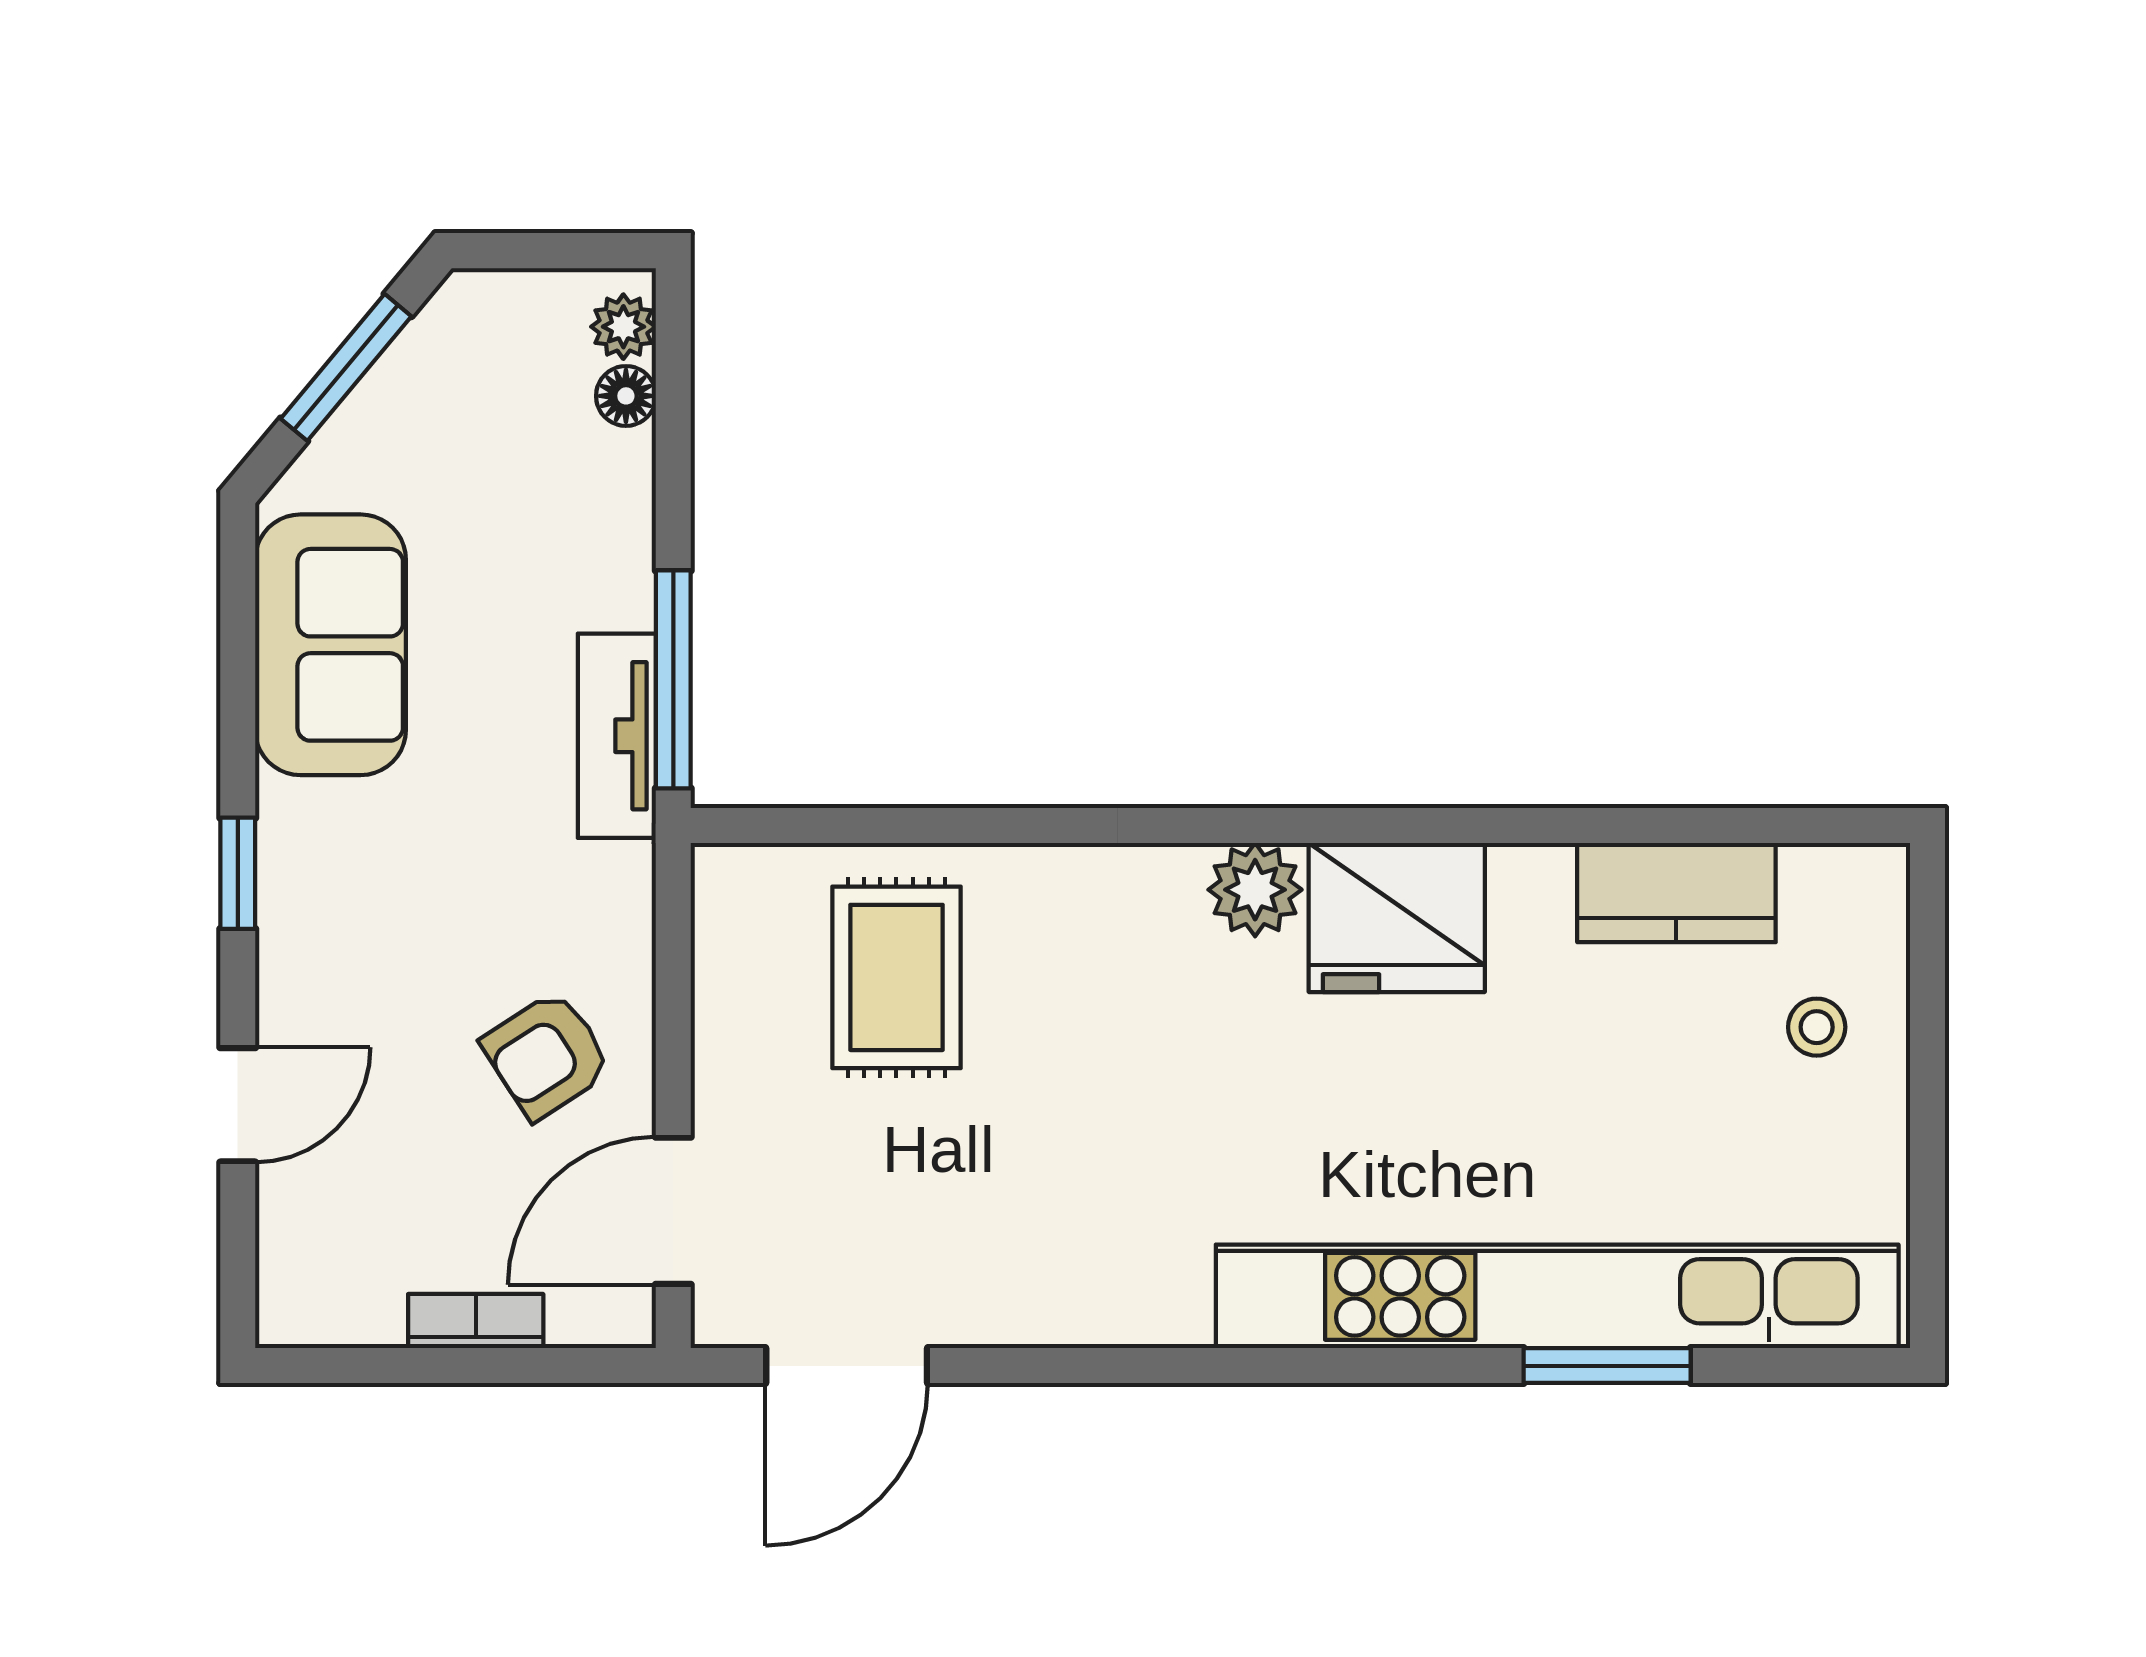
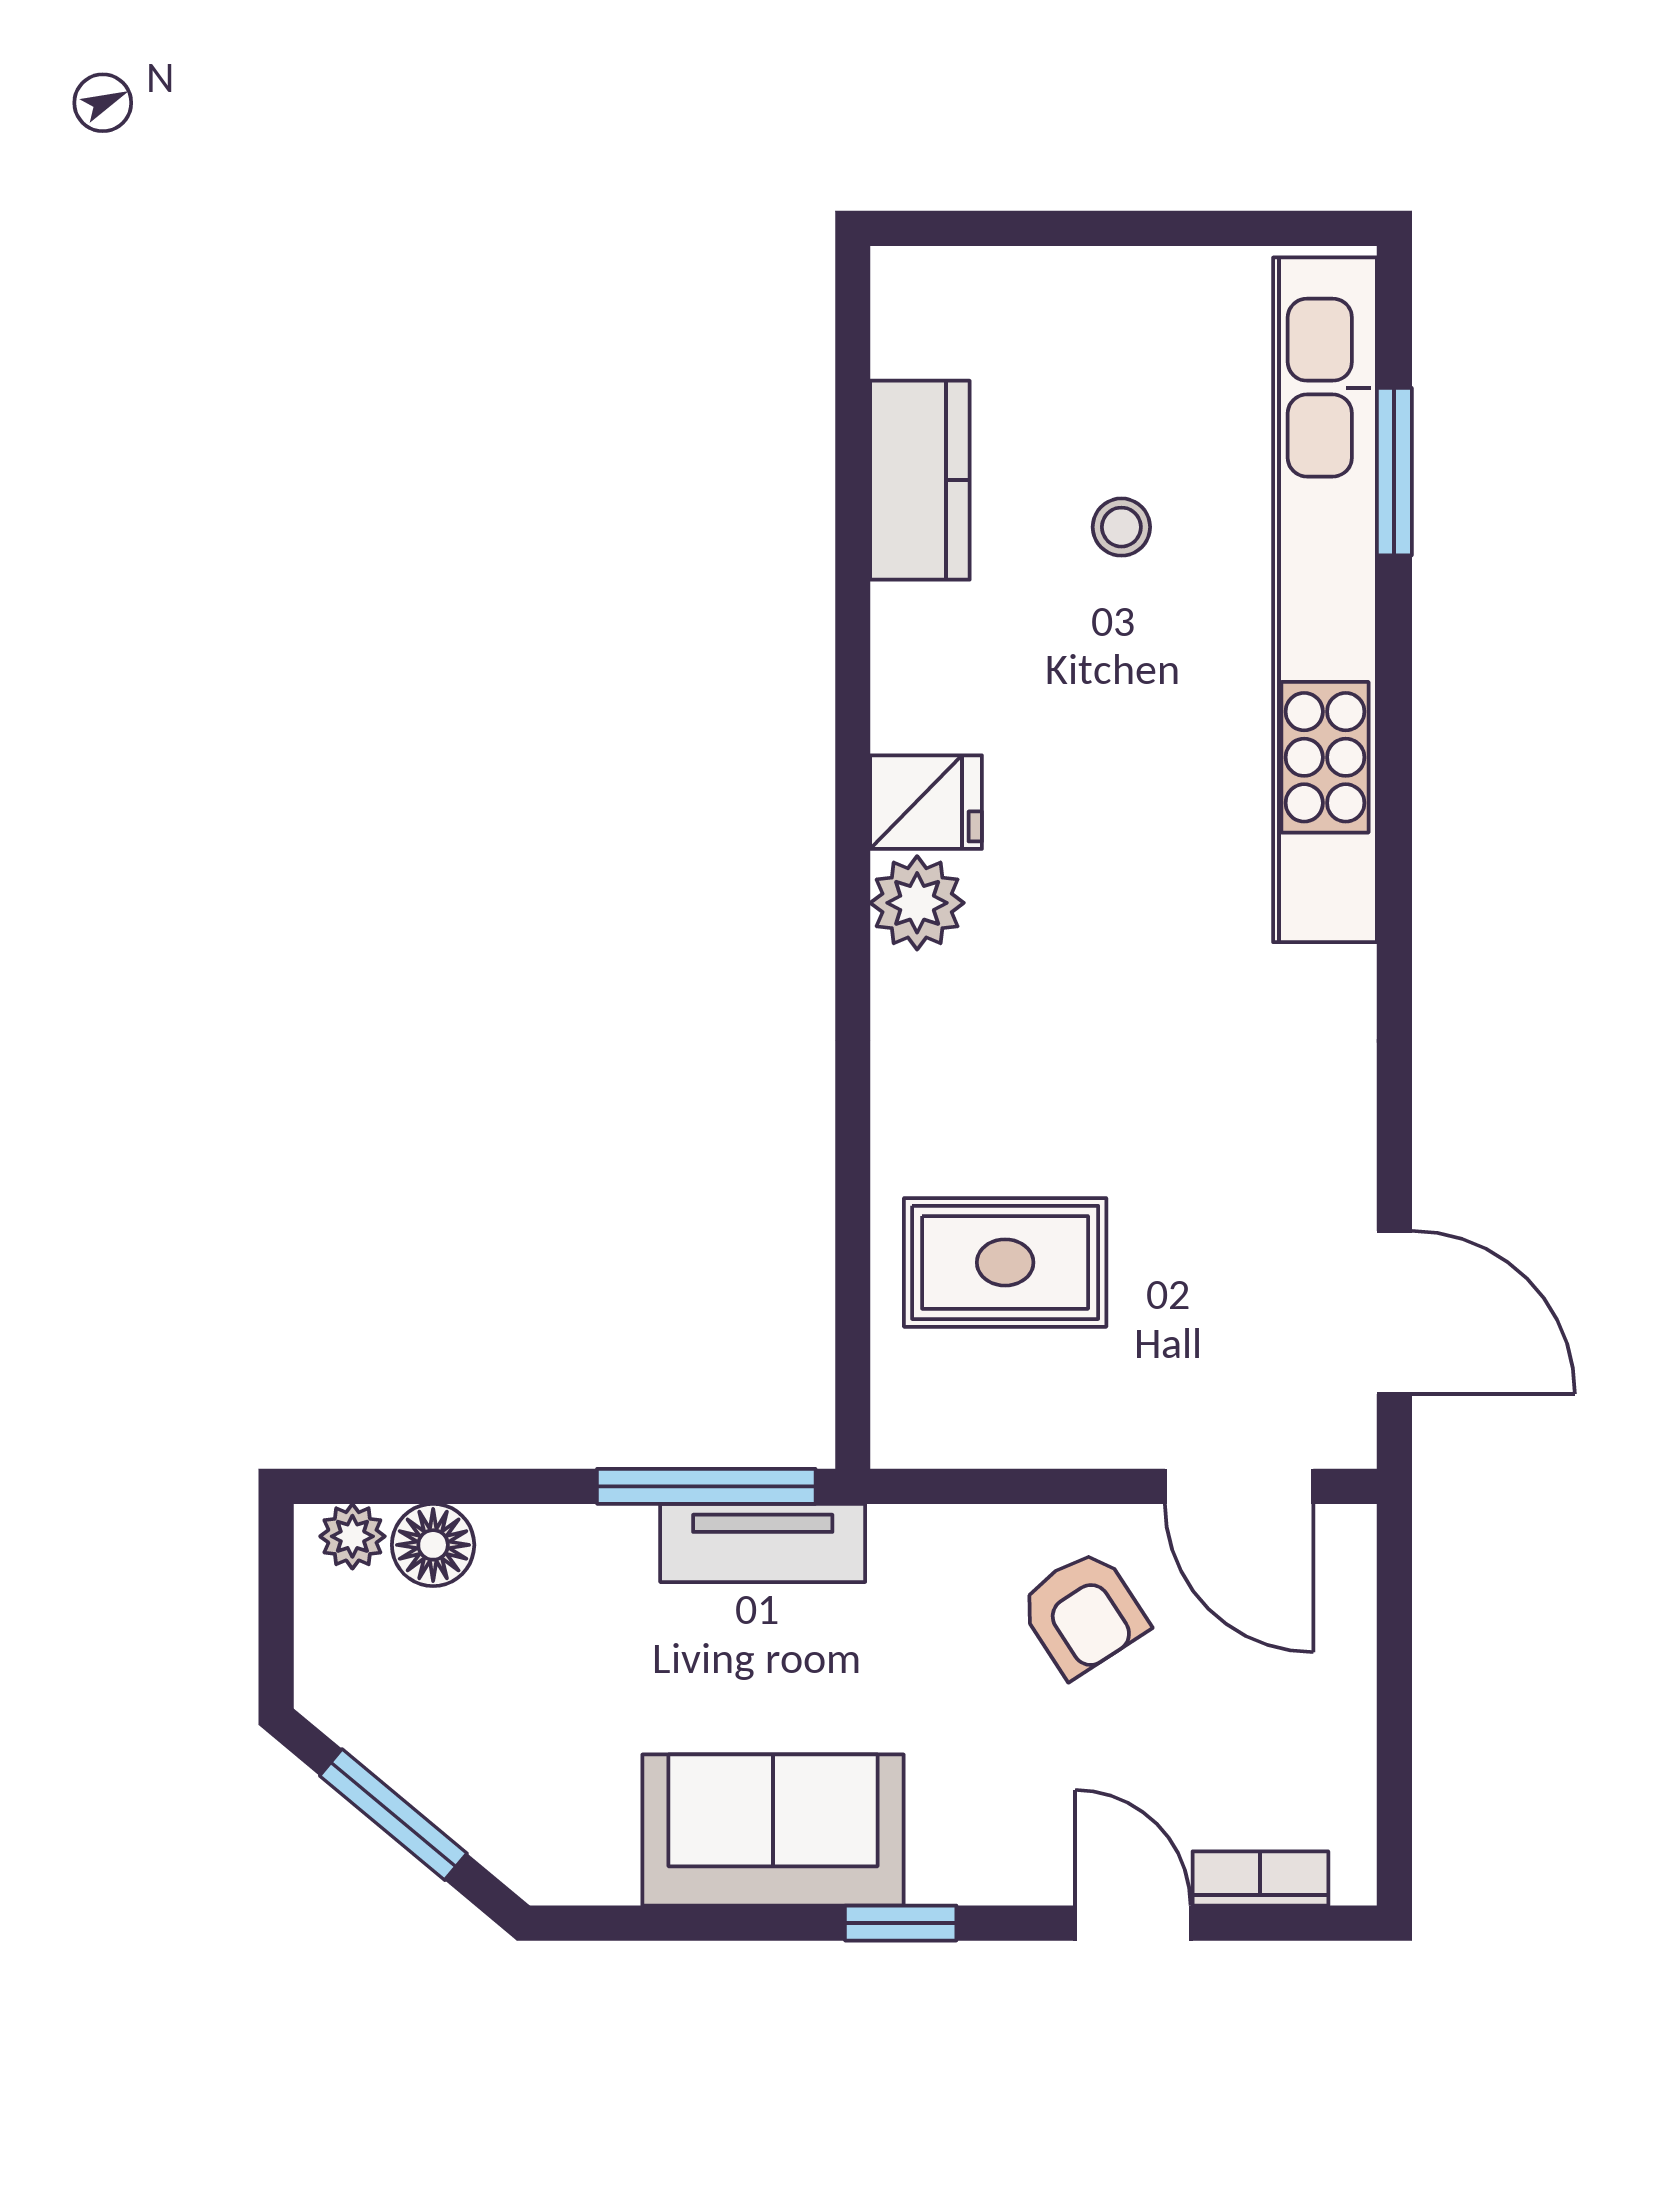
floor lamp: (626, 396) -> (433, 1545), width x1.37, depth x1.37
sofa: (331, 645) -> (773, 1830), moved
fridge: (1397, 918) -> (926, 802), width x0.53, depth x0.75
stool: (1817, 1027) -> (1121, 527), moved
bookcase: (476, 1321) -> (1260, 1878), moved, turned 90
window: (1607, 1366) -> (1394, 472), moved

